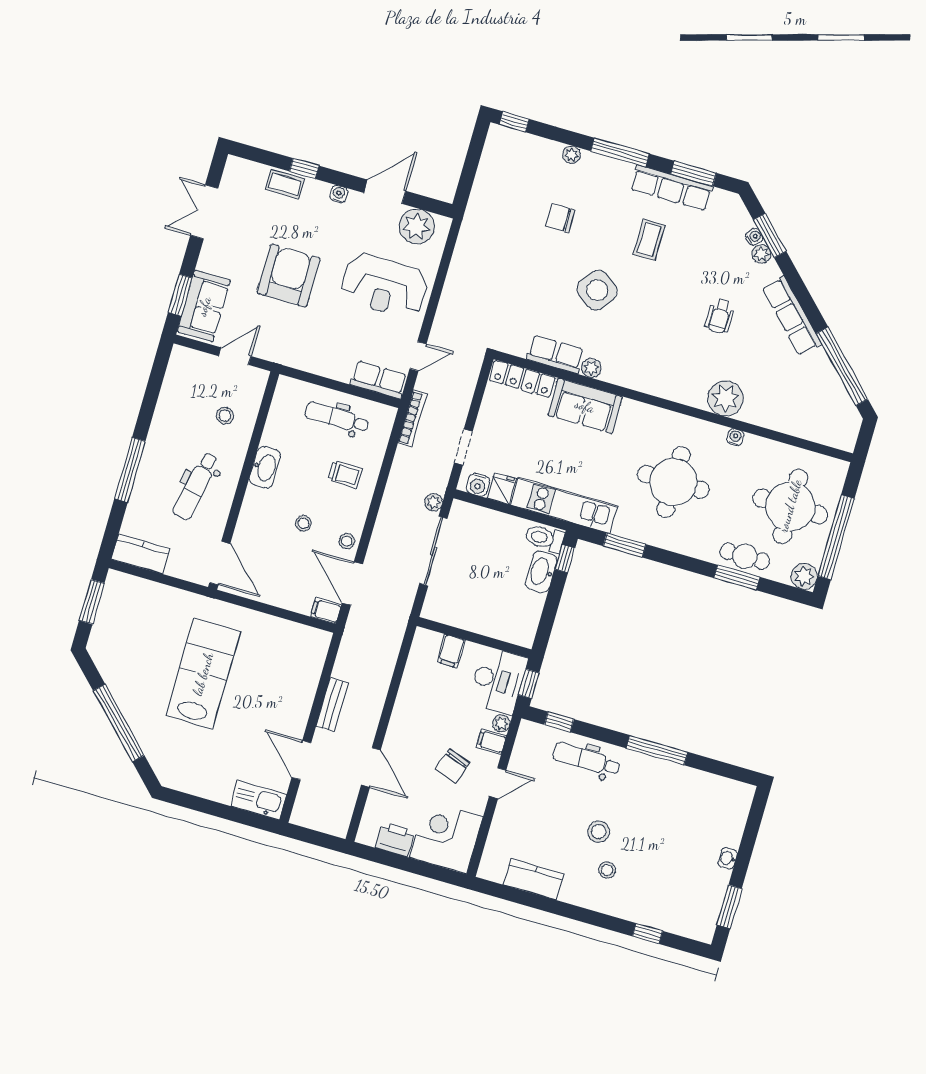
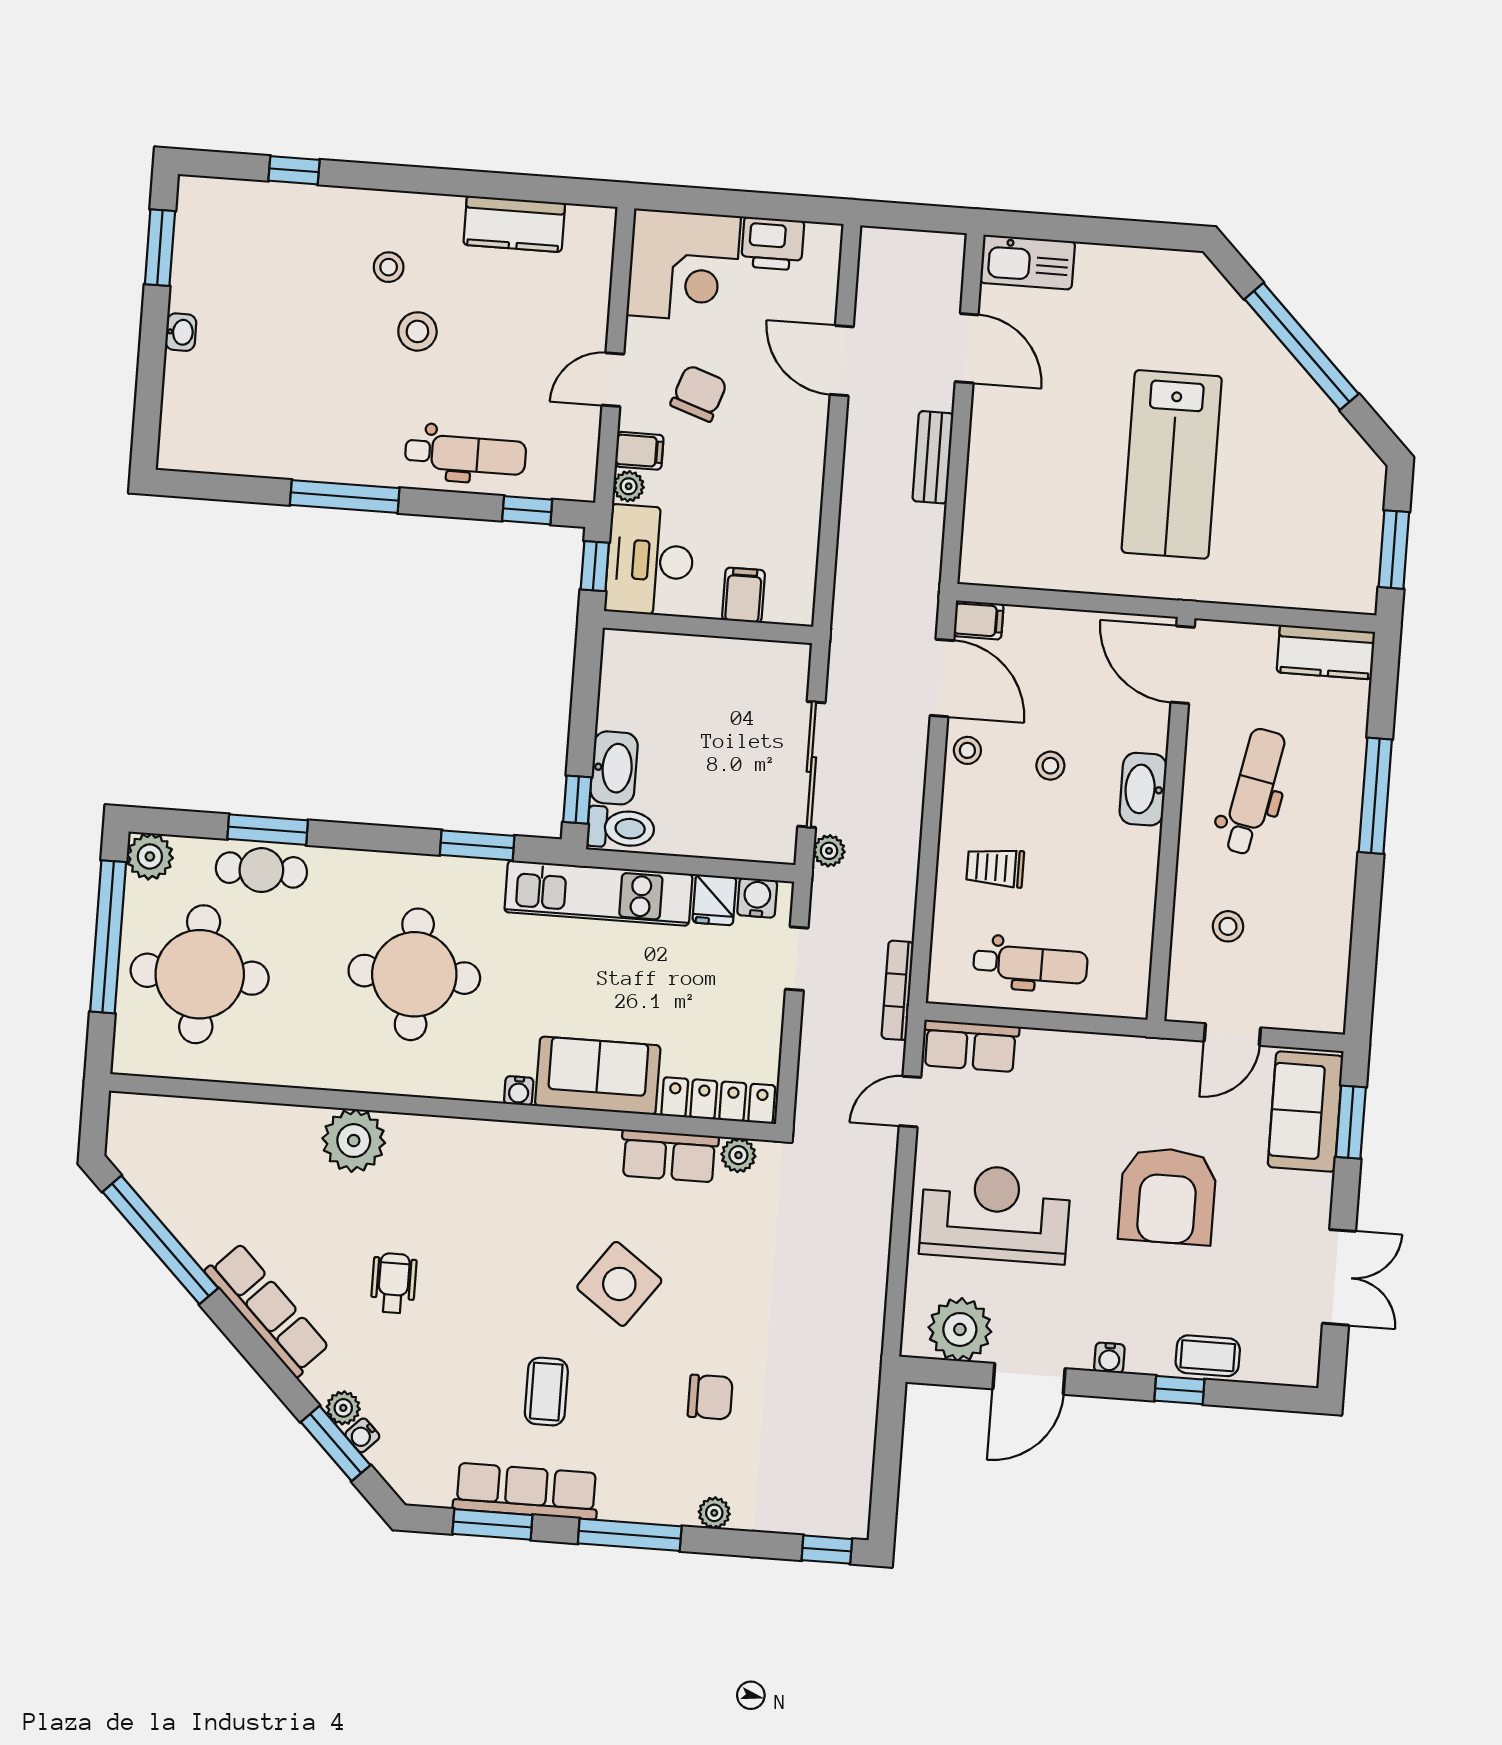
plant: (591, 368) -> (738, 1155), moved
water cooler: (735, 437) -> (519, 1091), moved
washbasin: (265, 467) -> (1143, 789), moved

